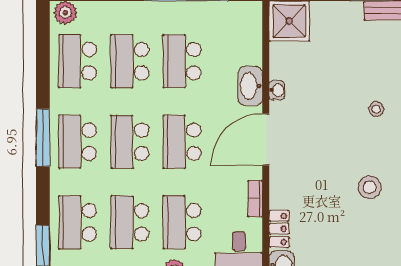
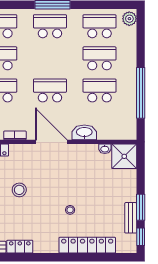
washbasin: (277, 90) -> (105, 149), moved
school desk: (130, 142) -> (50, 58), removed
stool: (370, 187) -> (19, 190), moved

